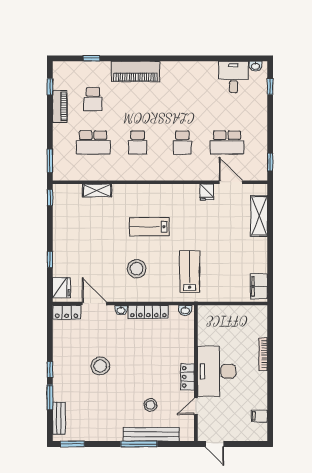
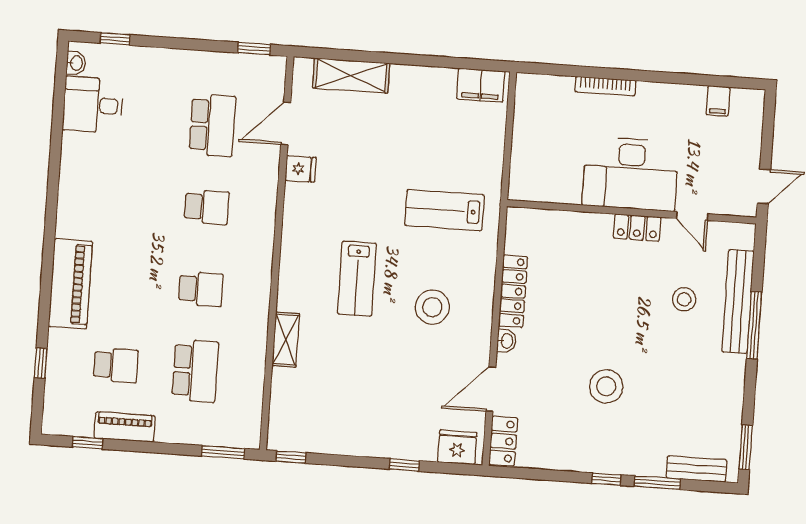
shelving: (97, 190) -> (286, 340), moved
washbasin: (185, 310) -> (515, 223), removed

